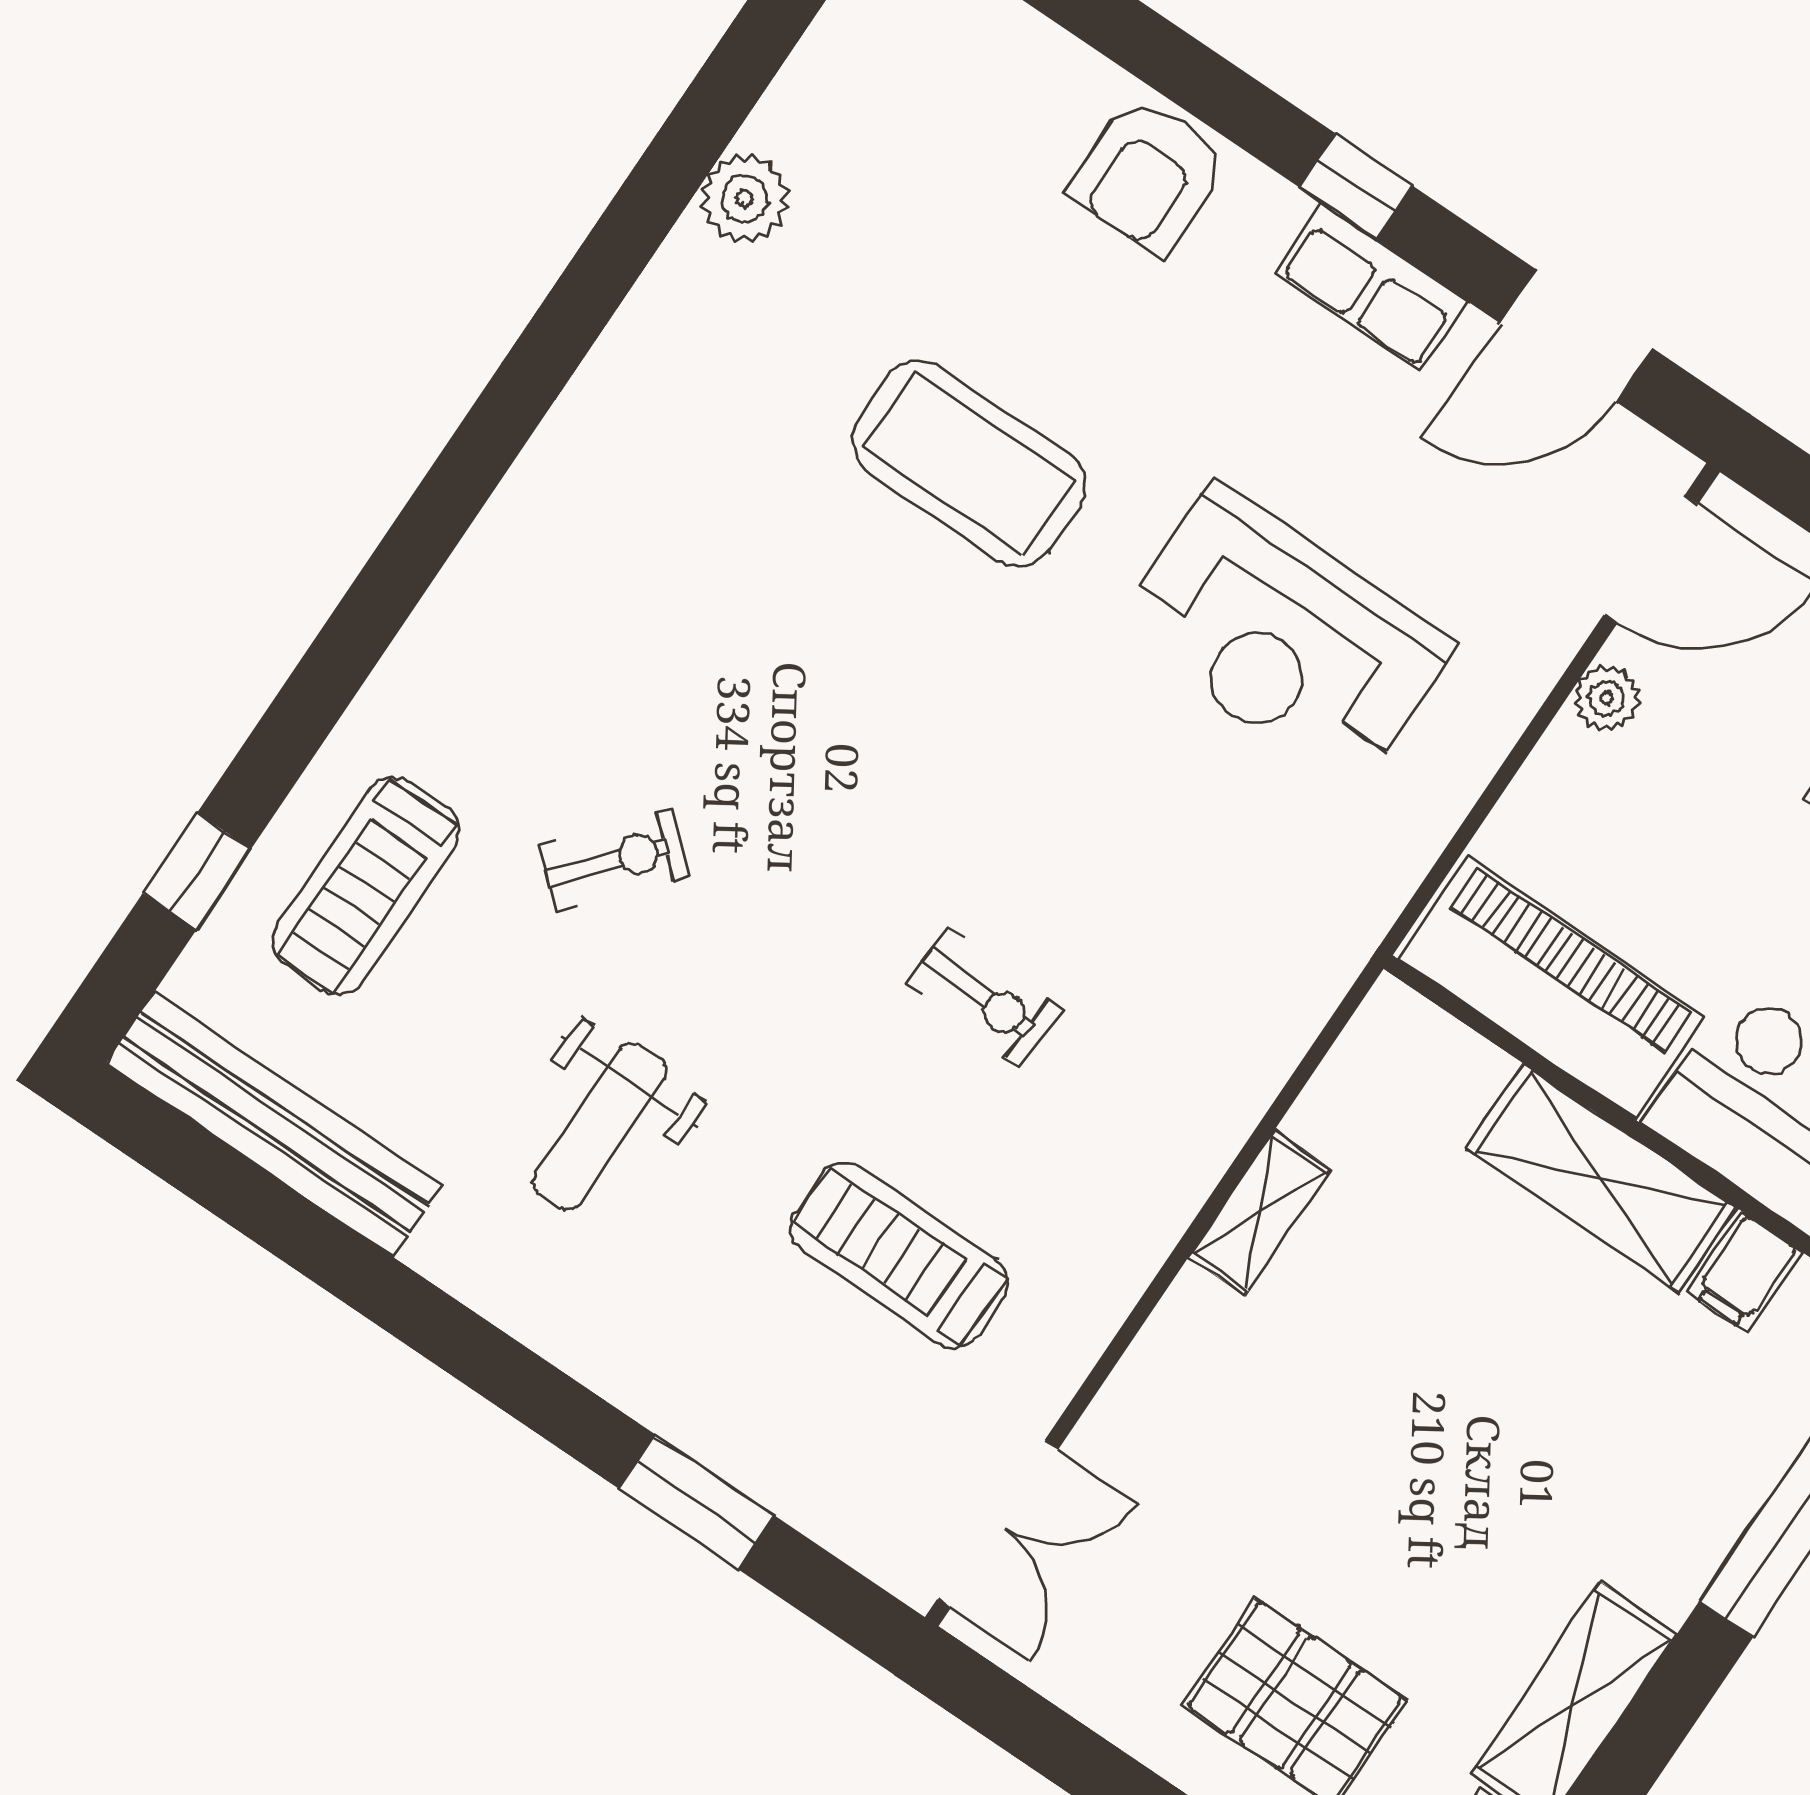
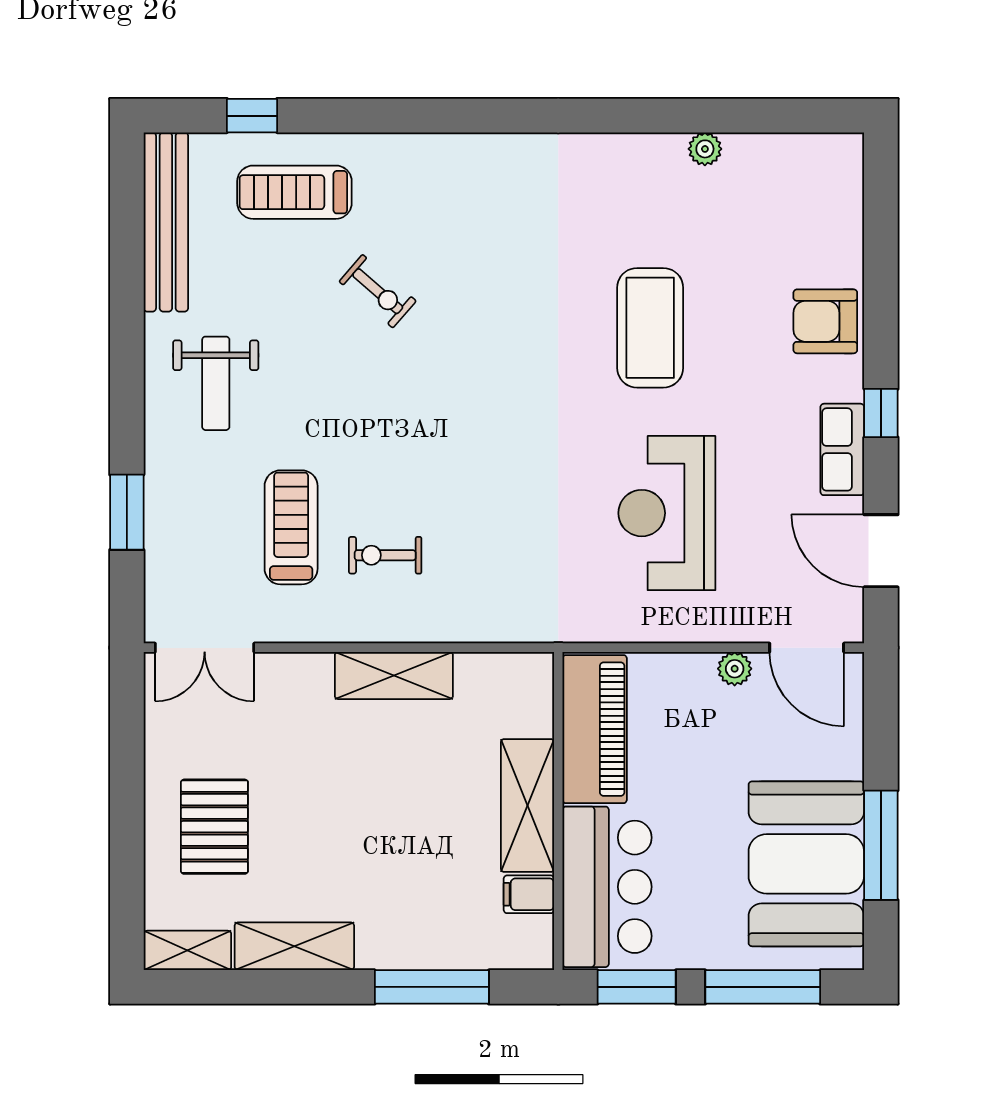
plant: (745, 198) -> (705, 149), width x0.73, depth x0.73
exercise bike: (984, 997) -> (385, 555), moved, turned 87
weight bench: (599, 1126) -> (216, 383), moved, turned -90
shelving: (1260, 1213) -> (394, 675), width x1.50, depth x1.33

